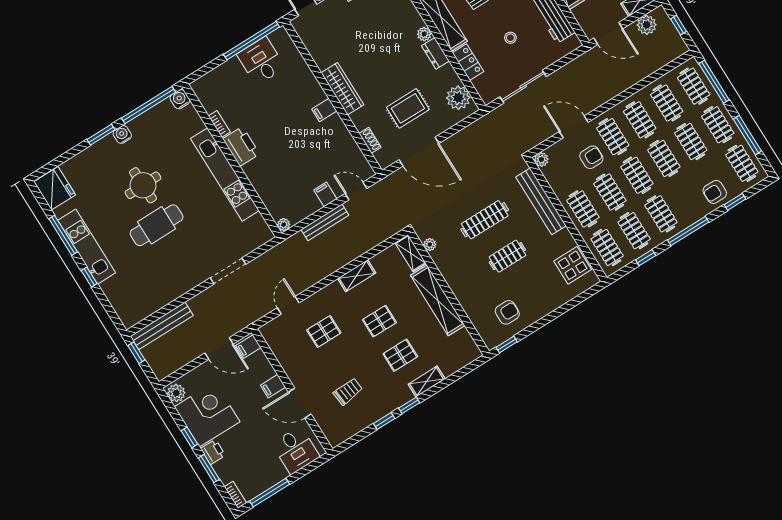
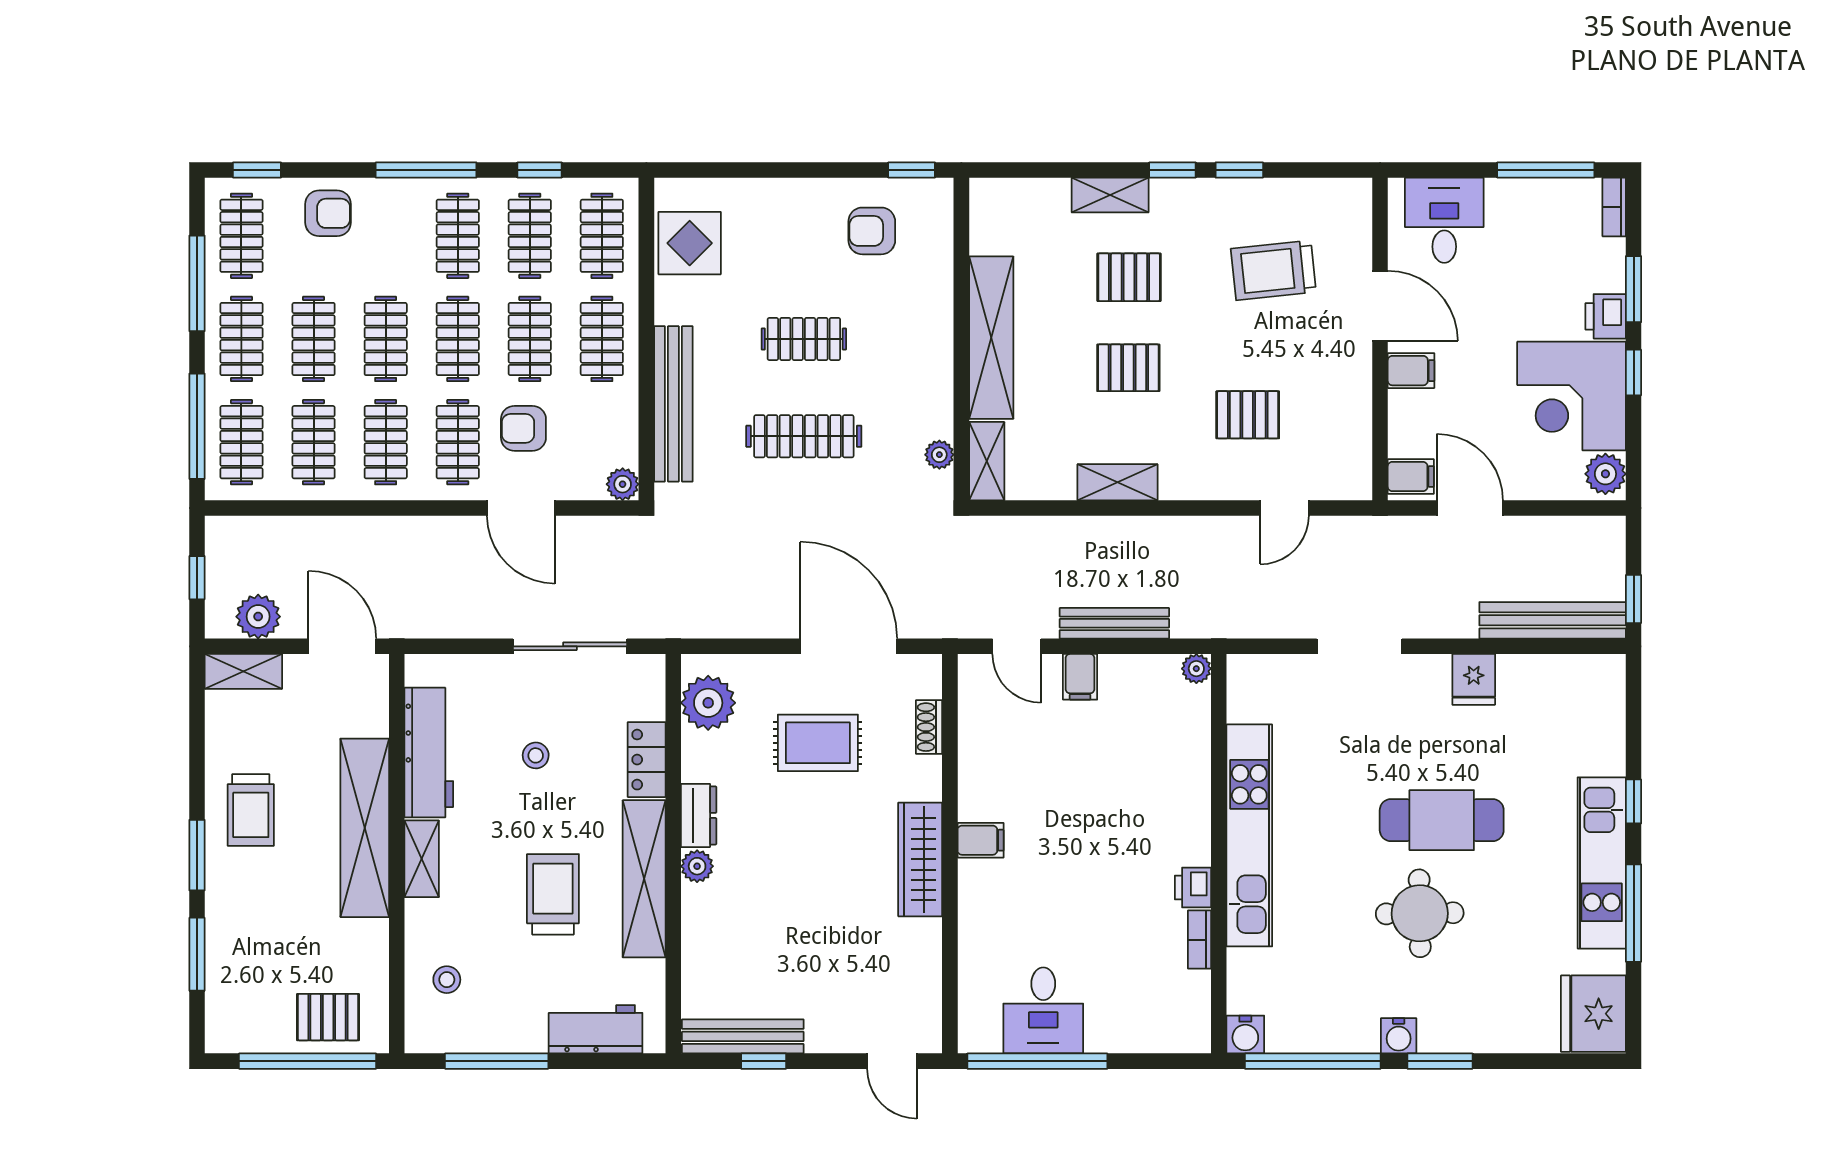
printer: (241, 146) -> (1193, 888), width x0.53, depth x0.68
window: (735, 202) -> (257, 170), moved
fridge: (177, 285) -> (1474, 679), added
trolley: (348, 391) -> (1273, 270), width x1.36, depth x1.39

